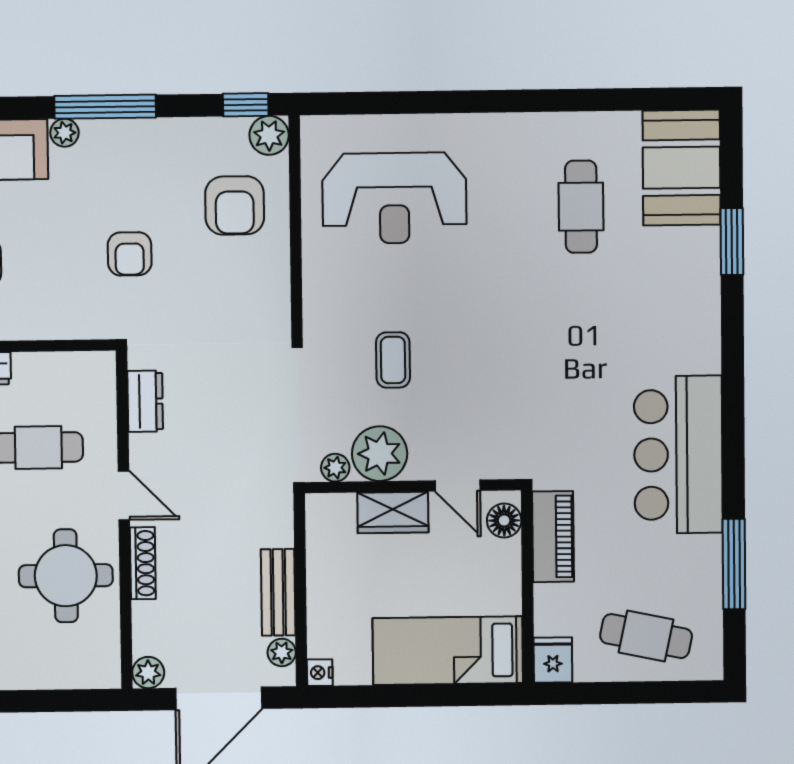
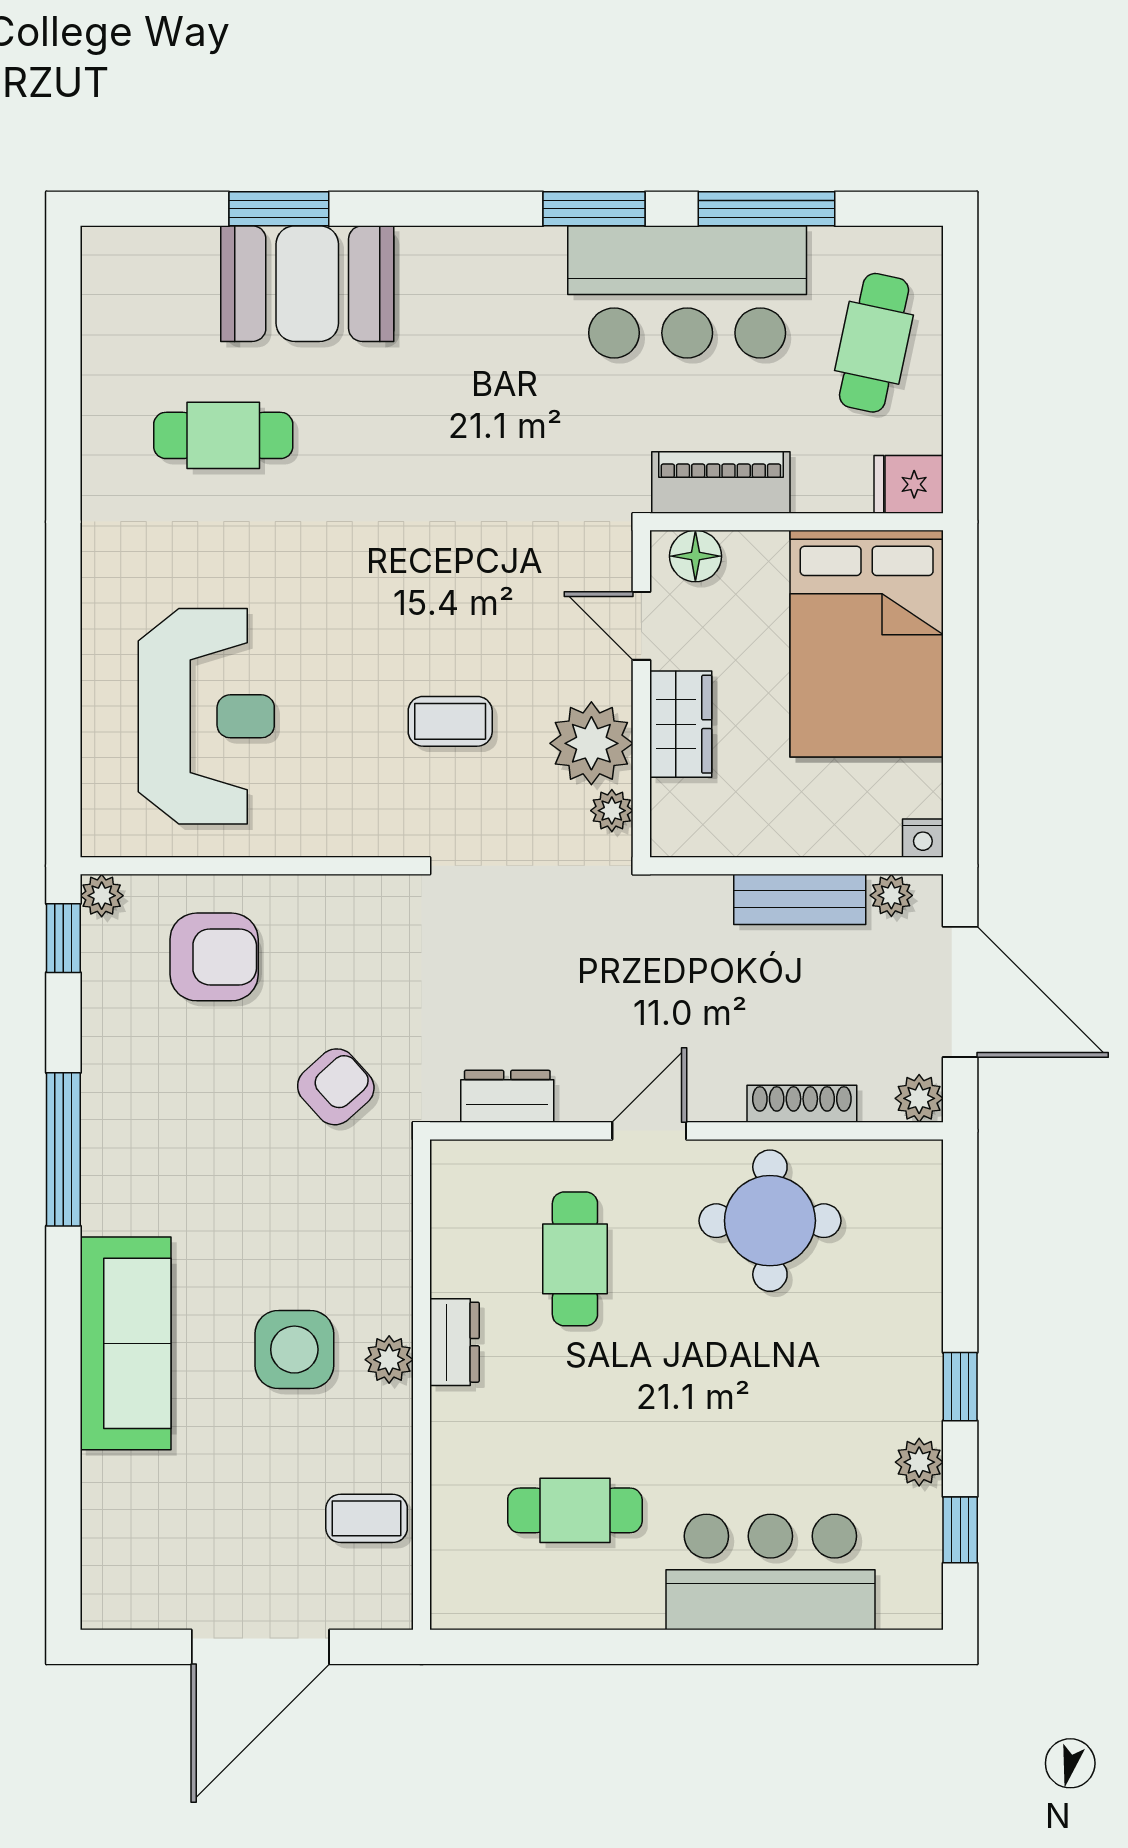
plant: (64, 133) -> (101, 1211), removed
plant: (269, 135) -> (102, 896), width x0.73, depth x0.73
booth: (682, 168) -> (307, 284), moved
armchair: (130, 254) -> (336, 1087), moved, turned -42
window: (733, 450) -> (594, 209), added
bar counter: (678, 455) -> (687, 292), moved
door: (458, 486) -> (641, 626), swing flipped
shoe rack: (143, 563) -> (802, 1104), moved
bed: (448, 651) -> (867, 644), width x1.50

